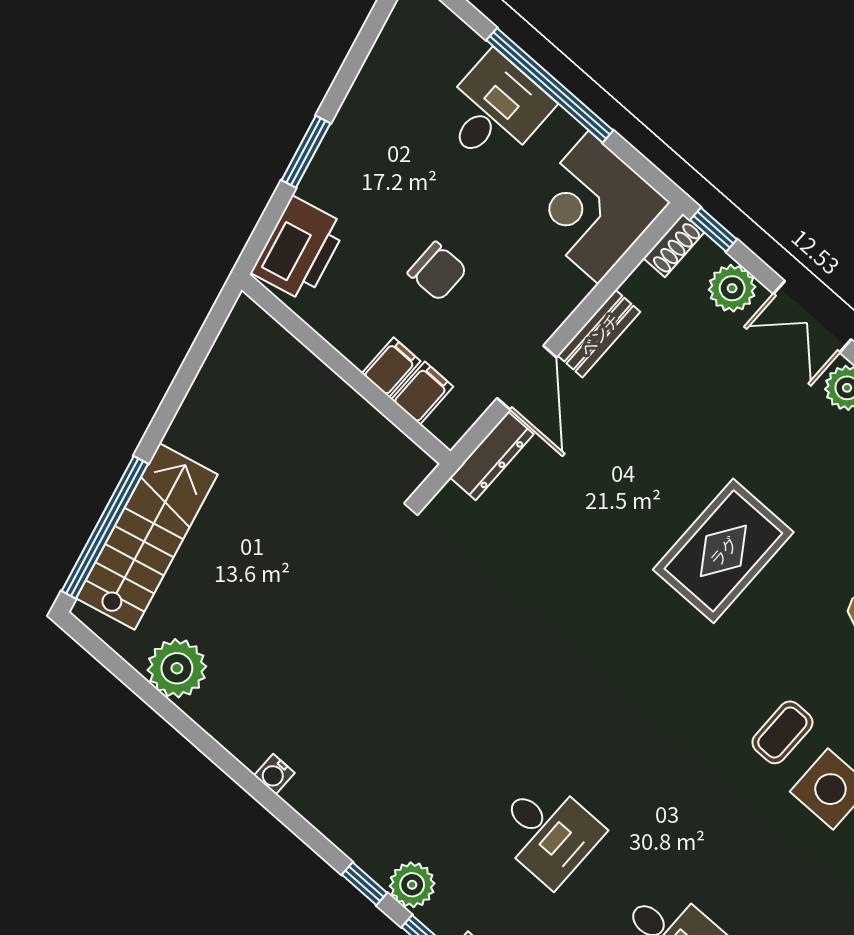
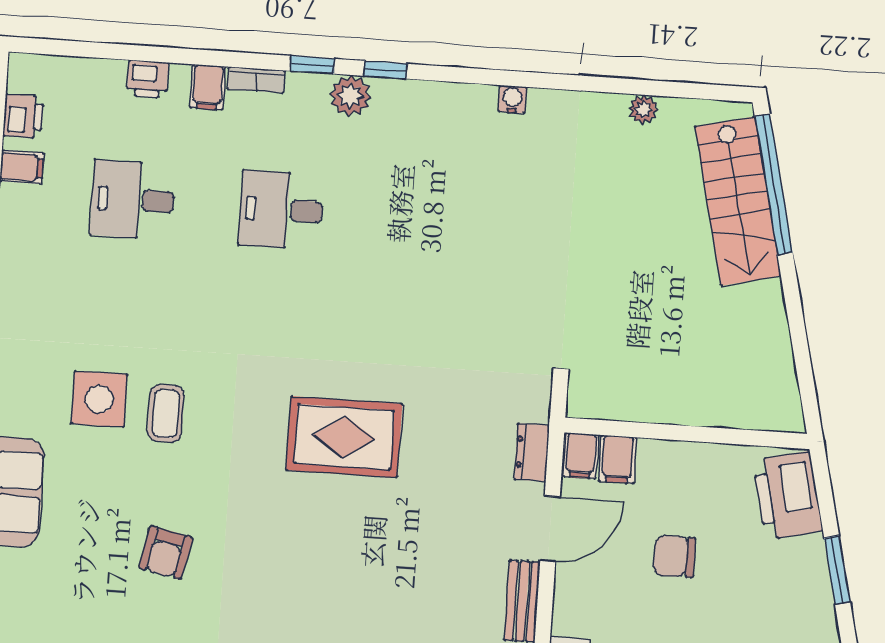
filing cabinet: (391, 367) -> (581, 456), moved
door: (527, 378) -> (550, 529), swing flipped
dresser: (492, 456) -> (532, 452), width x0.70
rug: (723, 551) -> (344, 437), moved, turned 90
plant: (177, 668) -> (643, 109), width x0.53, depth x0.53

